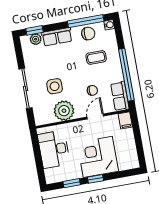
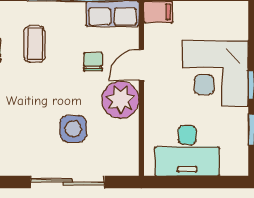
plant: (64, 111) -> (120, 100), moved
door: (95, 117) -> (141, 65), hinge flipped

